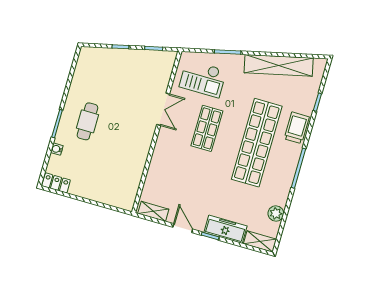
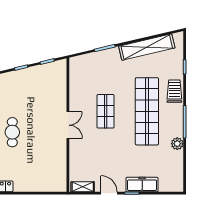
checkout: (203, 79) -> (91, 74), removed
double door: (163, 109) -> (68, 125), moved
plant: (276, 213) -> (177, 144), moved
shelving: (260, 242) -> (171, 186), removed

